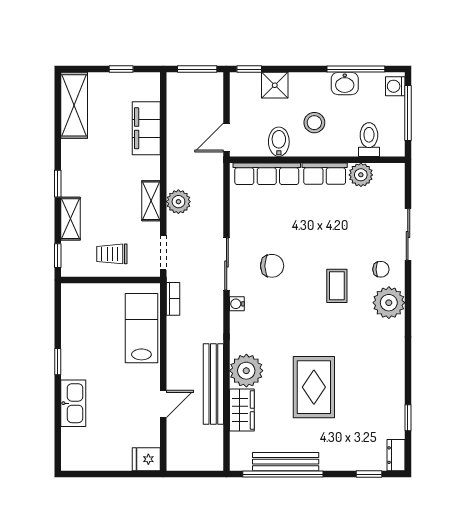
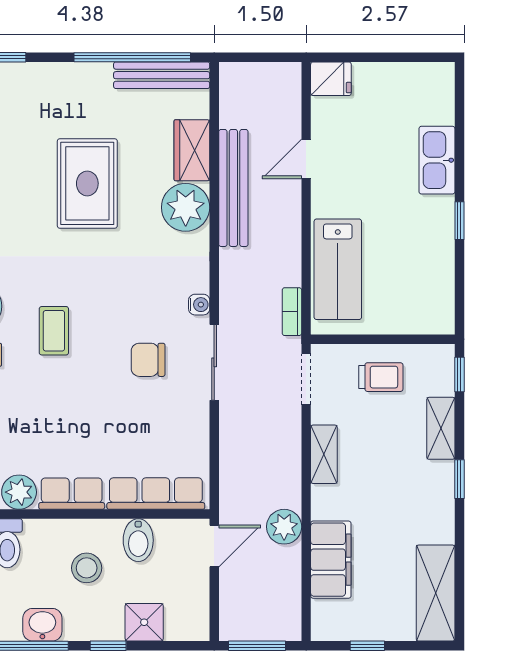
window: (249, 69) -> (108, 646), moved
plant: (178, 202) -> (284, 527), moved
bench: (286, 462) -> (162, 75), moved

